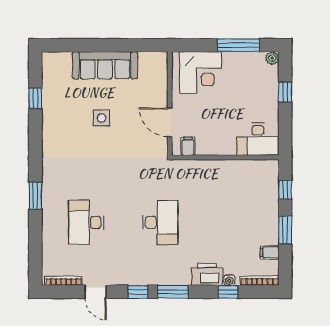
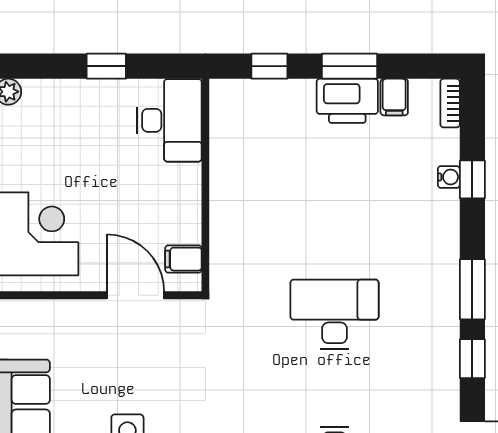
window: (285, 92) -> (106, 66), moved
door: (170, 122) -> (136, 295), swing flipped
printer: (207, 274) -> (347, 101), moved, turned -90
bookcase: (260, 281) -> (450, 103), width x0.64

